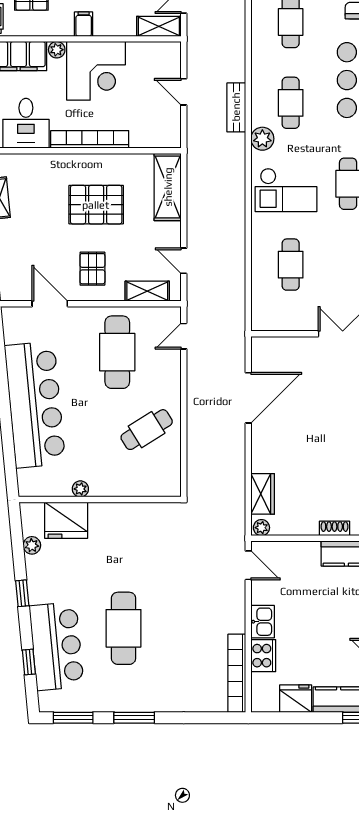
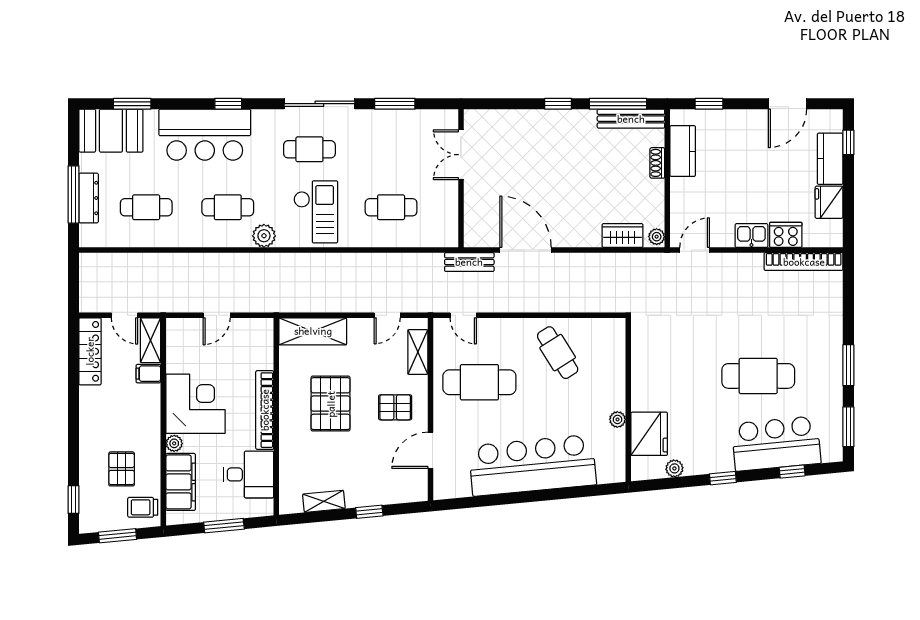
filing cabinet: (84, 24) -> (148, 374), moved
bench: (236, 107) -> (469, 262), moved

